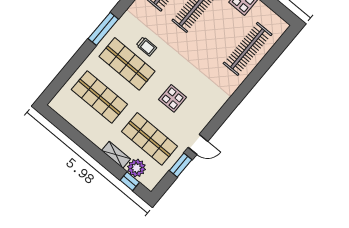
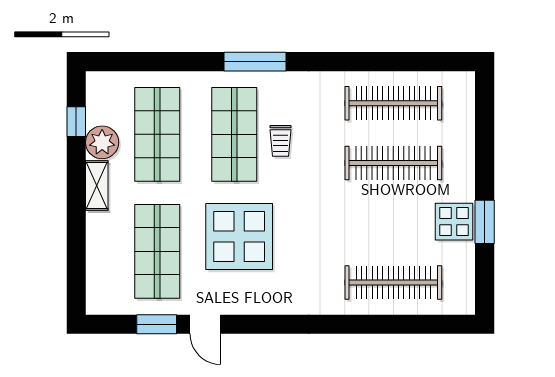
display table: (173, 98) -> (239, 237), width x1.86, depth x1.86
shelving: (116, 155) -> (97, 186), moved
plant: (136, 168) -> (102, 142), moved
window: (130, 181) -> (76, 122), moved

